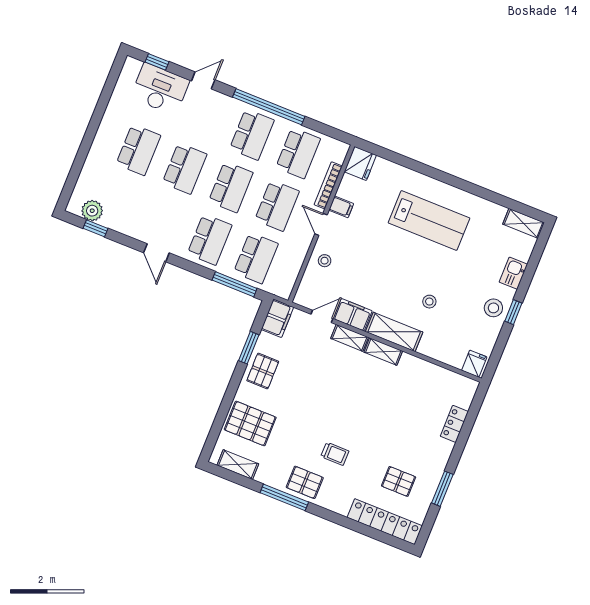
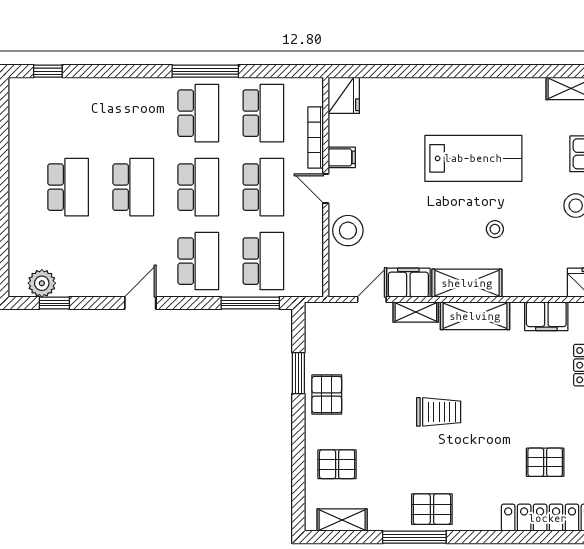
door: (203, 80) -> (113, 71), removed
desk: (160, 89) -> (65, 103), removed
window: (269, 107) -> (205, 71), width x0.68
lab bench: (429, 220) -> (473, 158), moved
door: (156, 253) -> (140, 303), swing flipped
stool: (325, 261) -> (348, 231), width x1.89, depth x1.89
filing cabinet: (277, 318) -> (546, 316), moved, turned 90
shelving: (383, 352) -> (475, 316), width x1.50, depth x1.33
pallet: (250, 424) -> (337, 464), width x0.67, depth x0.71
trolley: (335, 454) -> (439, 412), moved, width x1.36, depth x1.39

